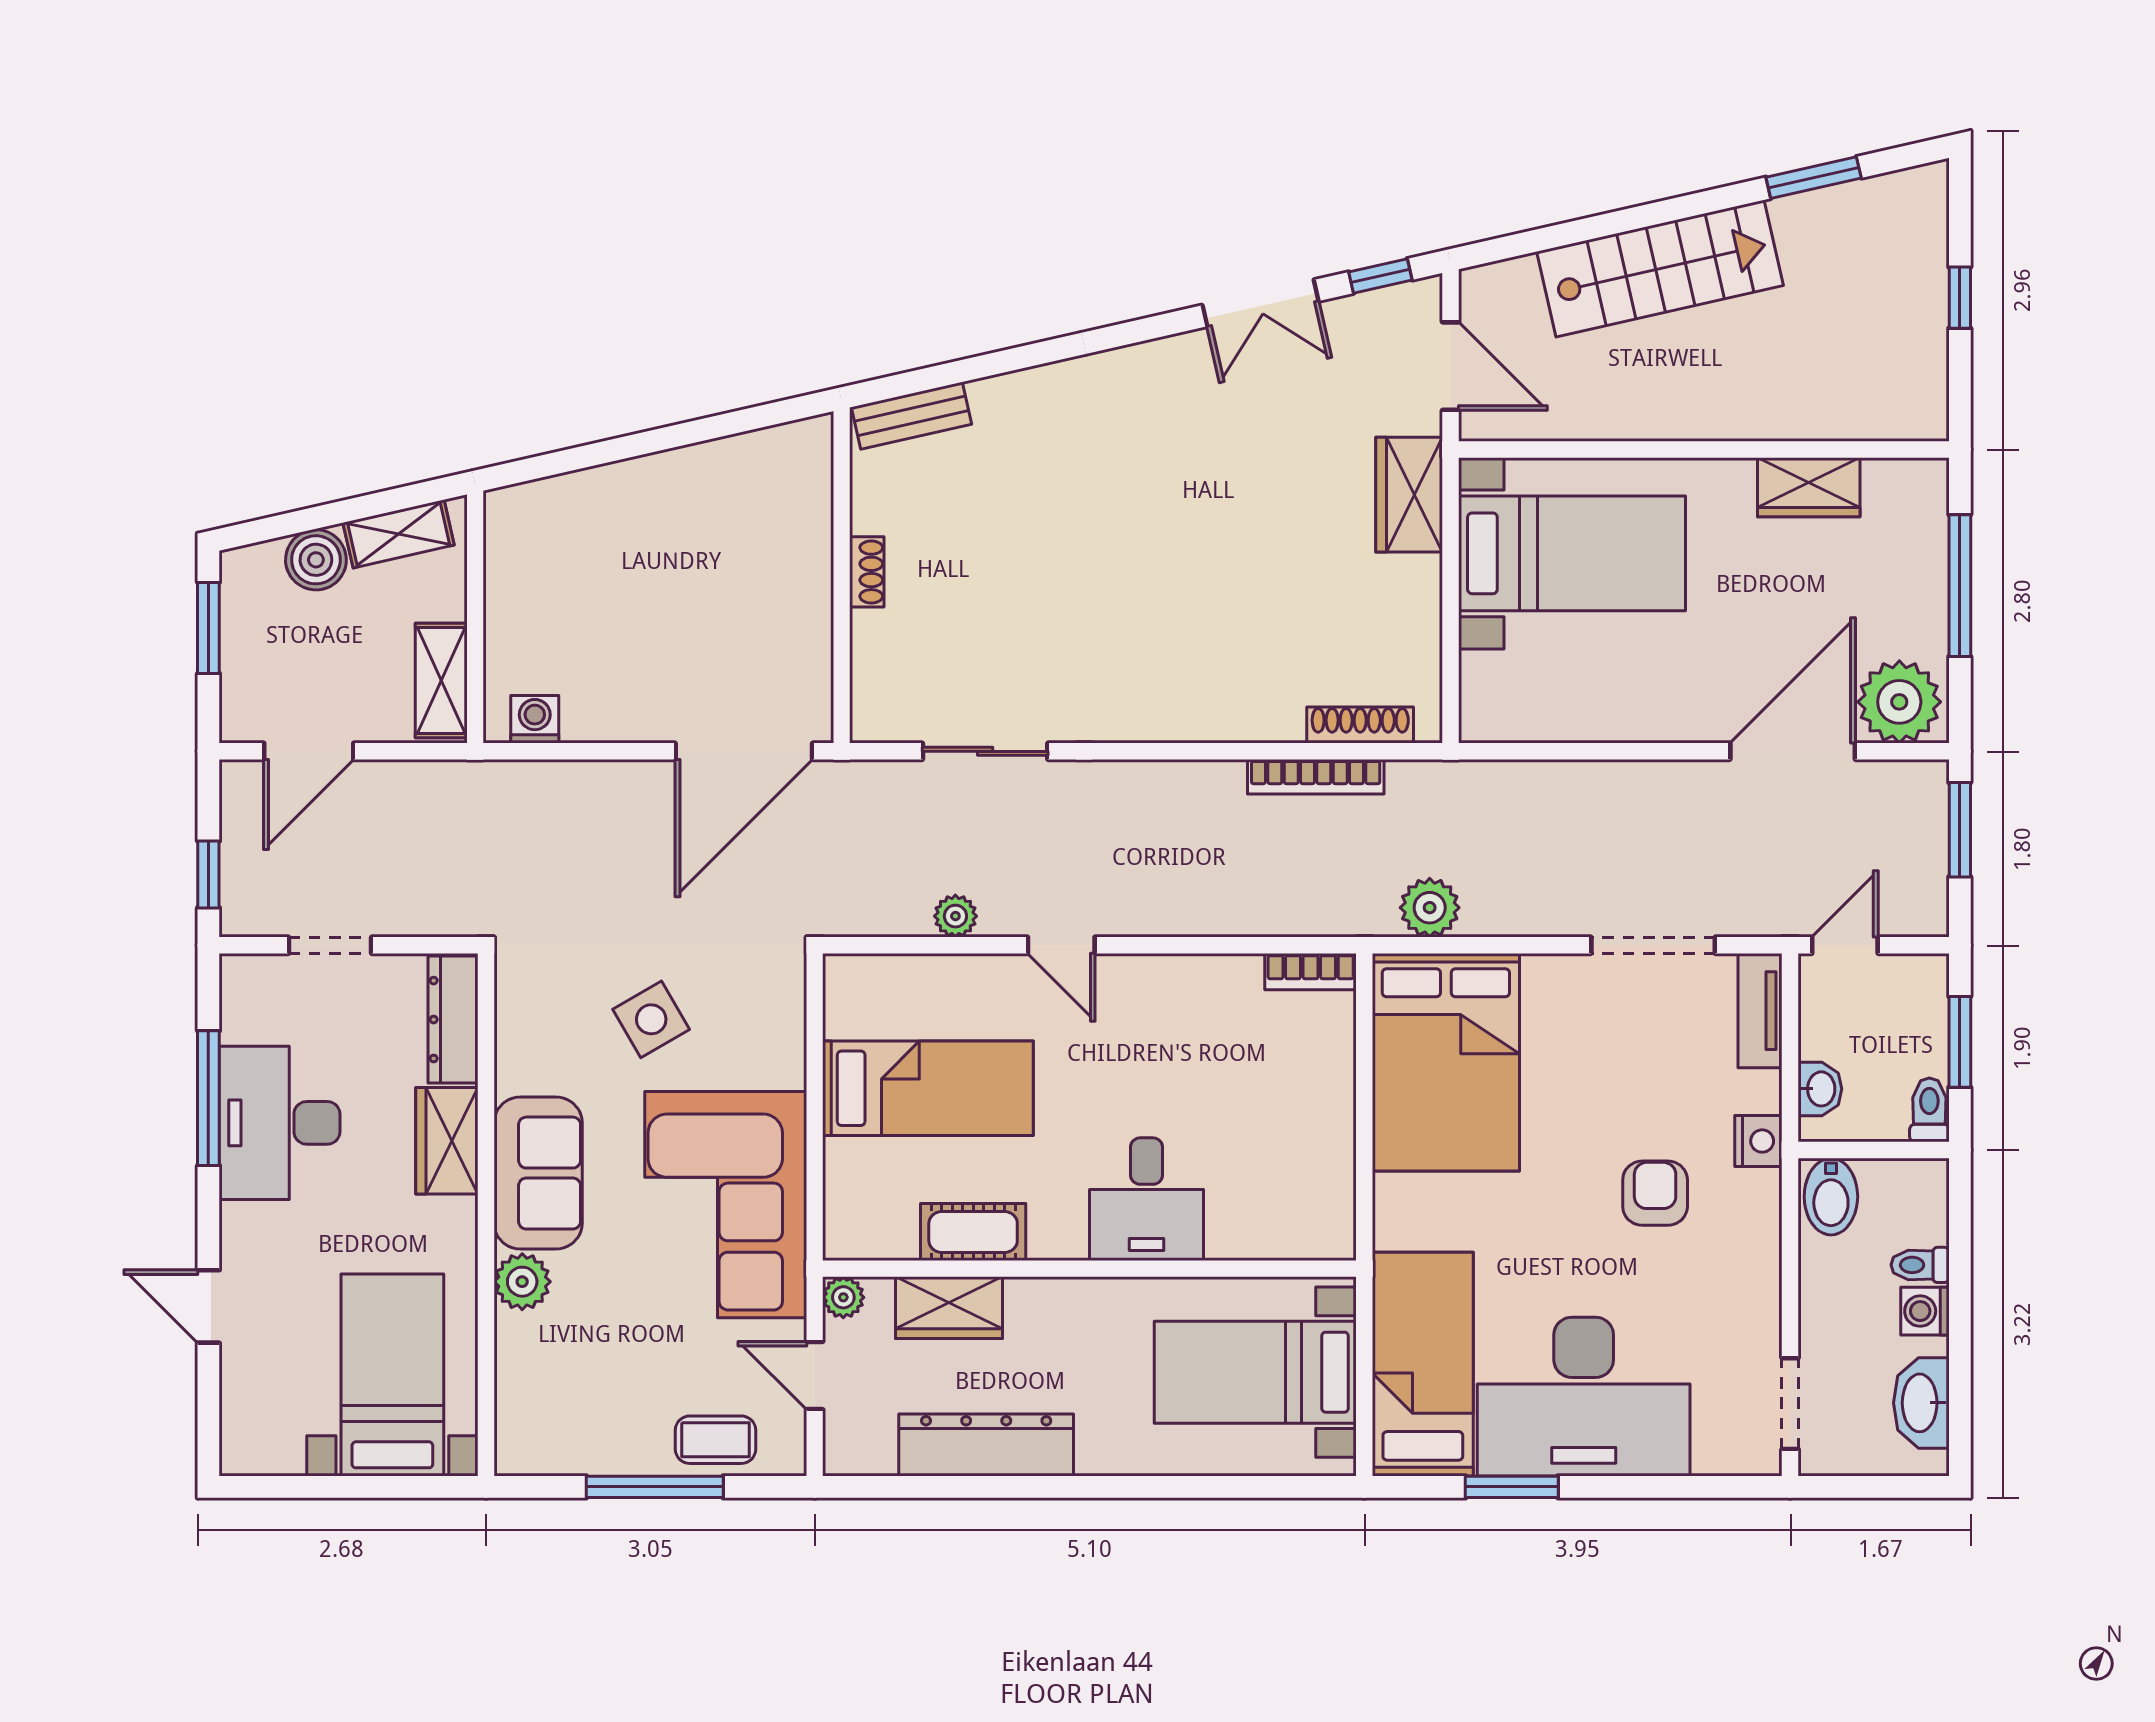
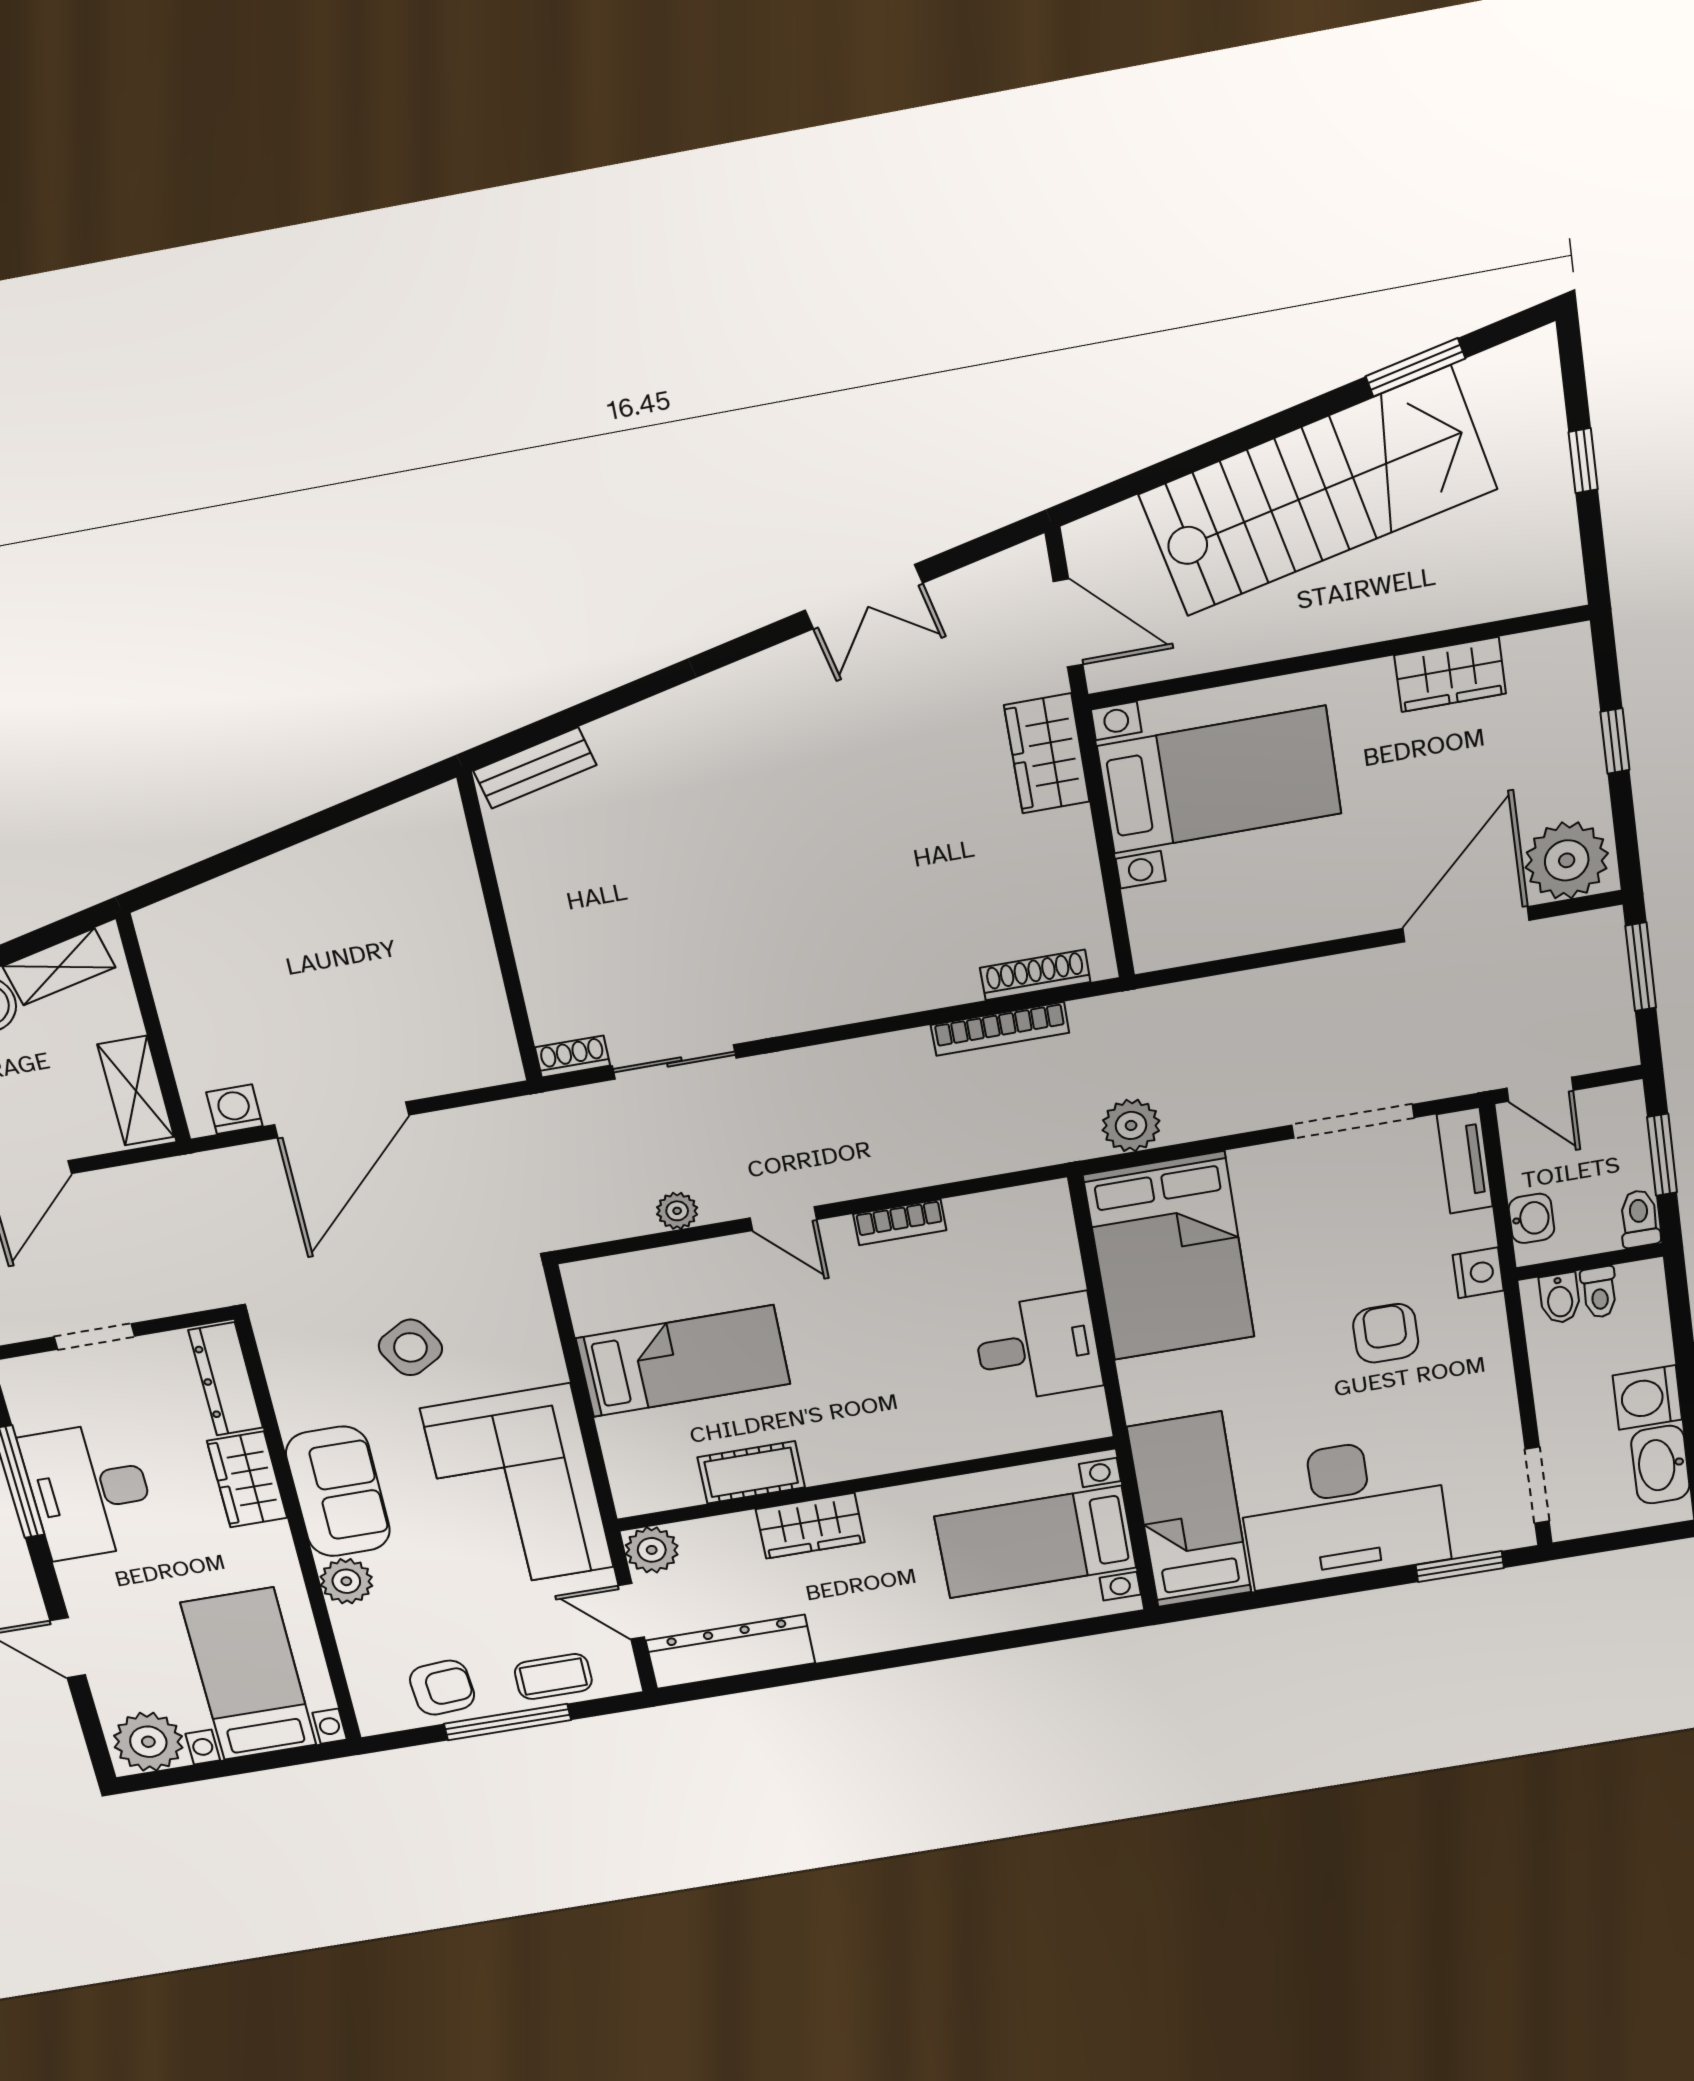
stairs: (1660, 269) -> (1318, 492), width x1.36, depth x1.51
window: (1380, 276) -> (981, 548), removed
shoe rack: (867, 572) -> (573, 1056), moved, turned -90
window: (1960, 586) -> (1615, 741), width x0.46
door: (744, 751) -> (342, 1120), moved
door: (1845, 945) -> (1540, 1089), swing flipped
bookcase: (1311, 972) -> (900, 1222), moved
bidet: (1831, 1197) -> (1560, 1298), width x0.72, depth x0.74
desk: (1147, 1199) -> (1037, 1348), moved, turned -90
toilet: (1920, 1265) -> (1599, 1292), moved, turned -90
plant: (843, 1297) -> (652, 1550), width x1.38, depth x1.38
wardrobe: (949, 1308) -> (810, 1526), moved
washing machine: (1925, 1311) -> (1647, 1398), width x1.38, depth x1.38
armchair: (594, 1431) -> (442, 1688), added
plant: (265, 1438) -> (148, 1742), added
dresser: (986, 1445) -> (731, 1652), moved
window: (1512, 1487) -> (1460, 1566), moved

